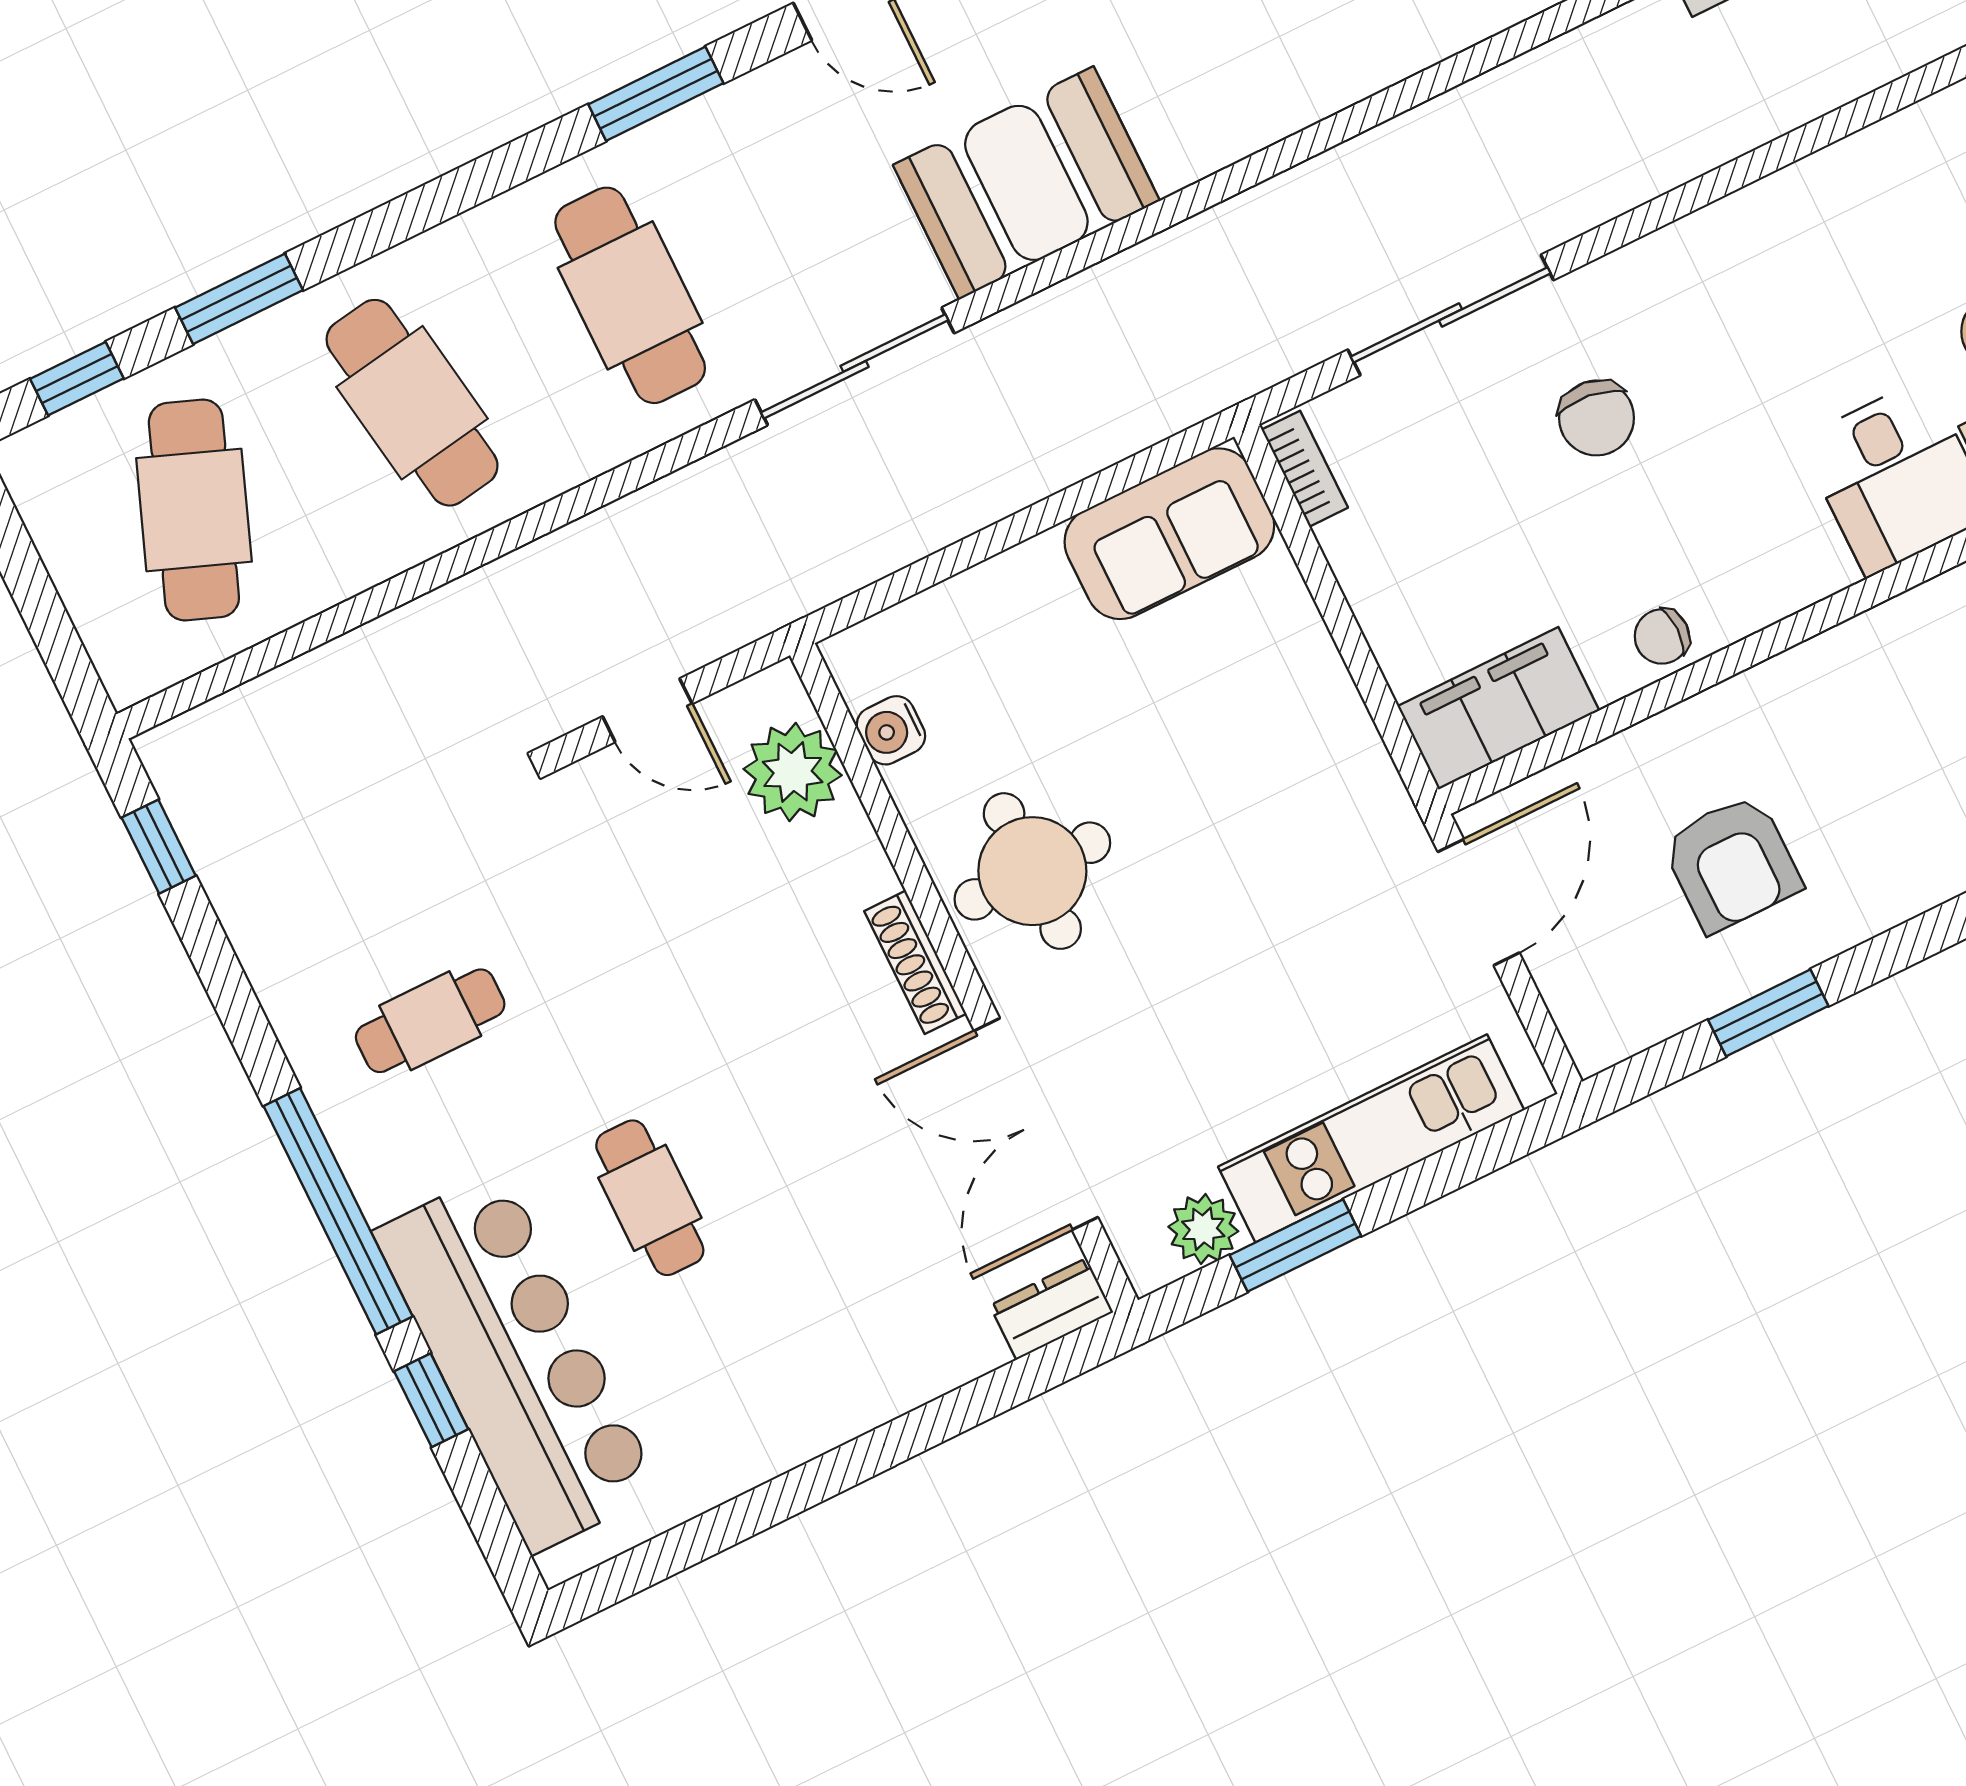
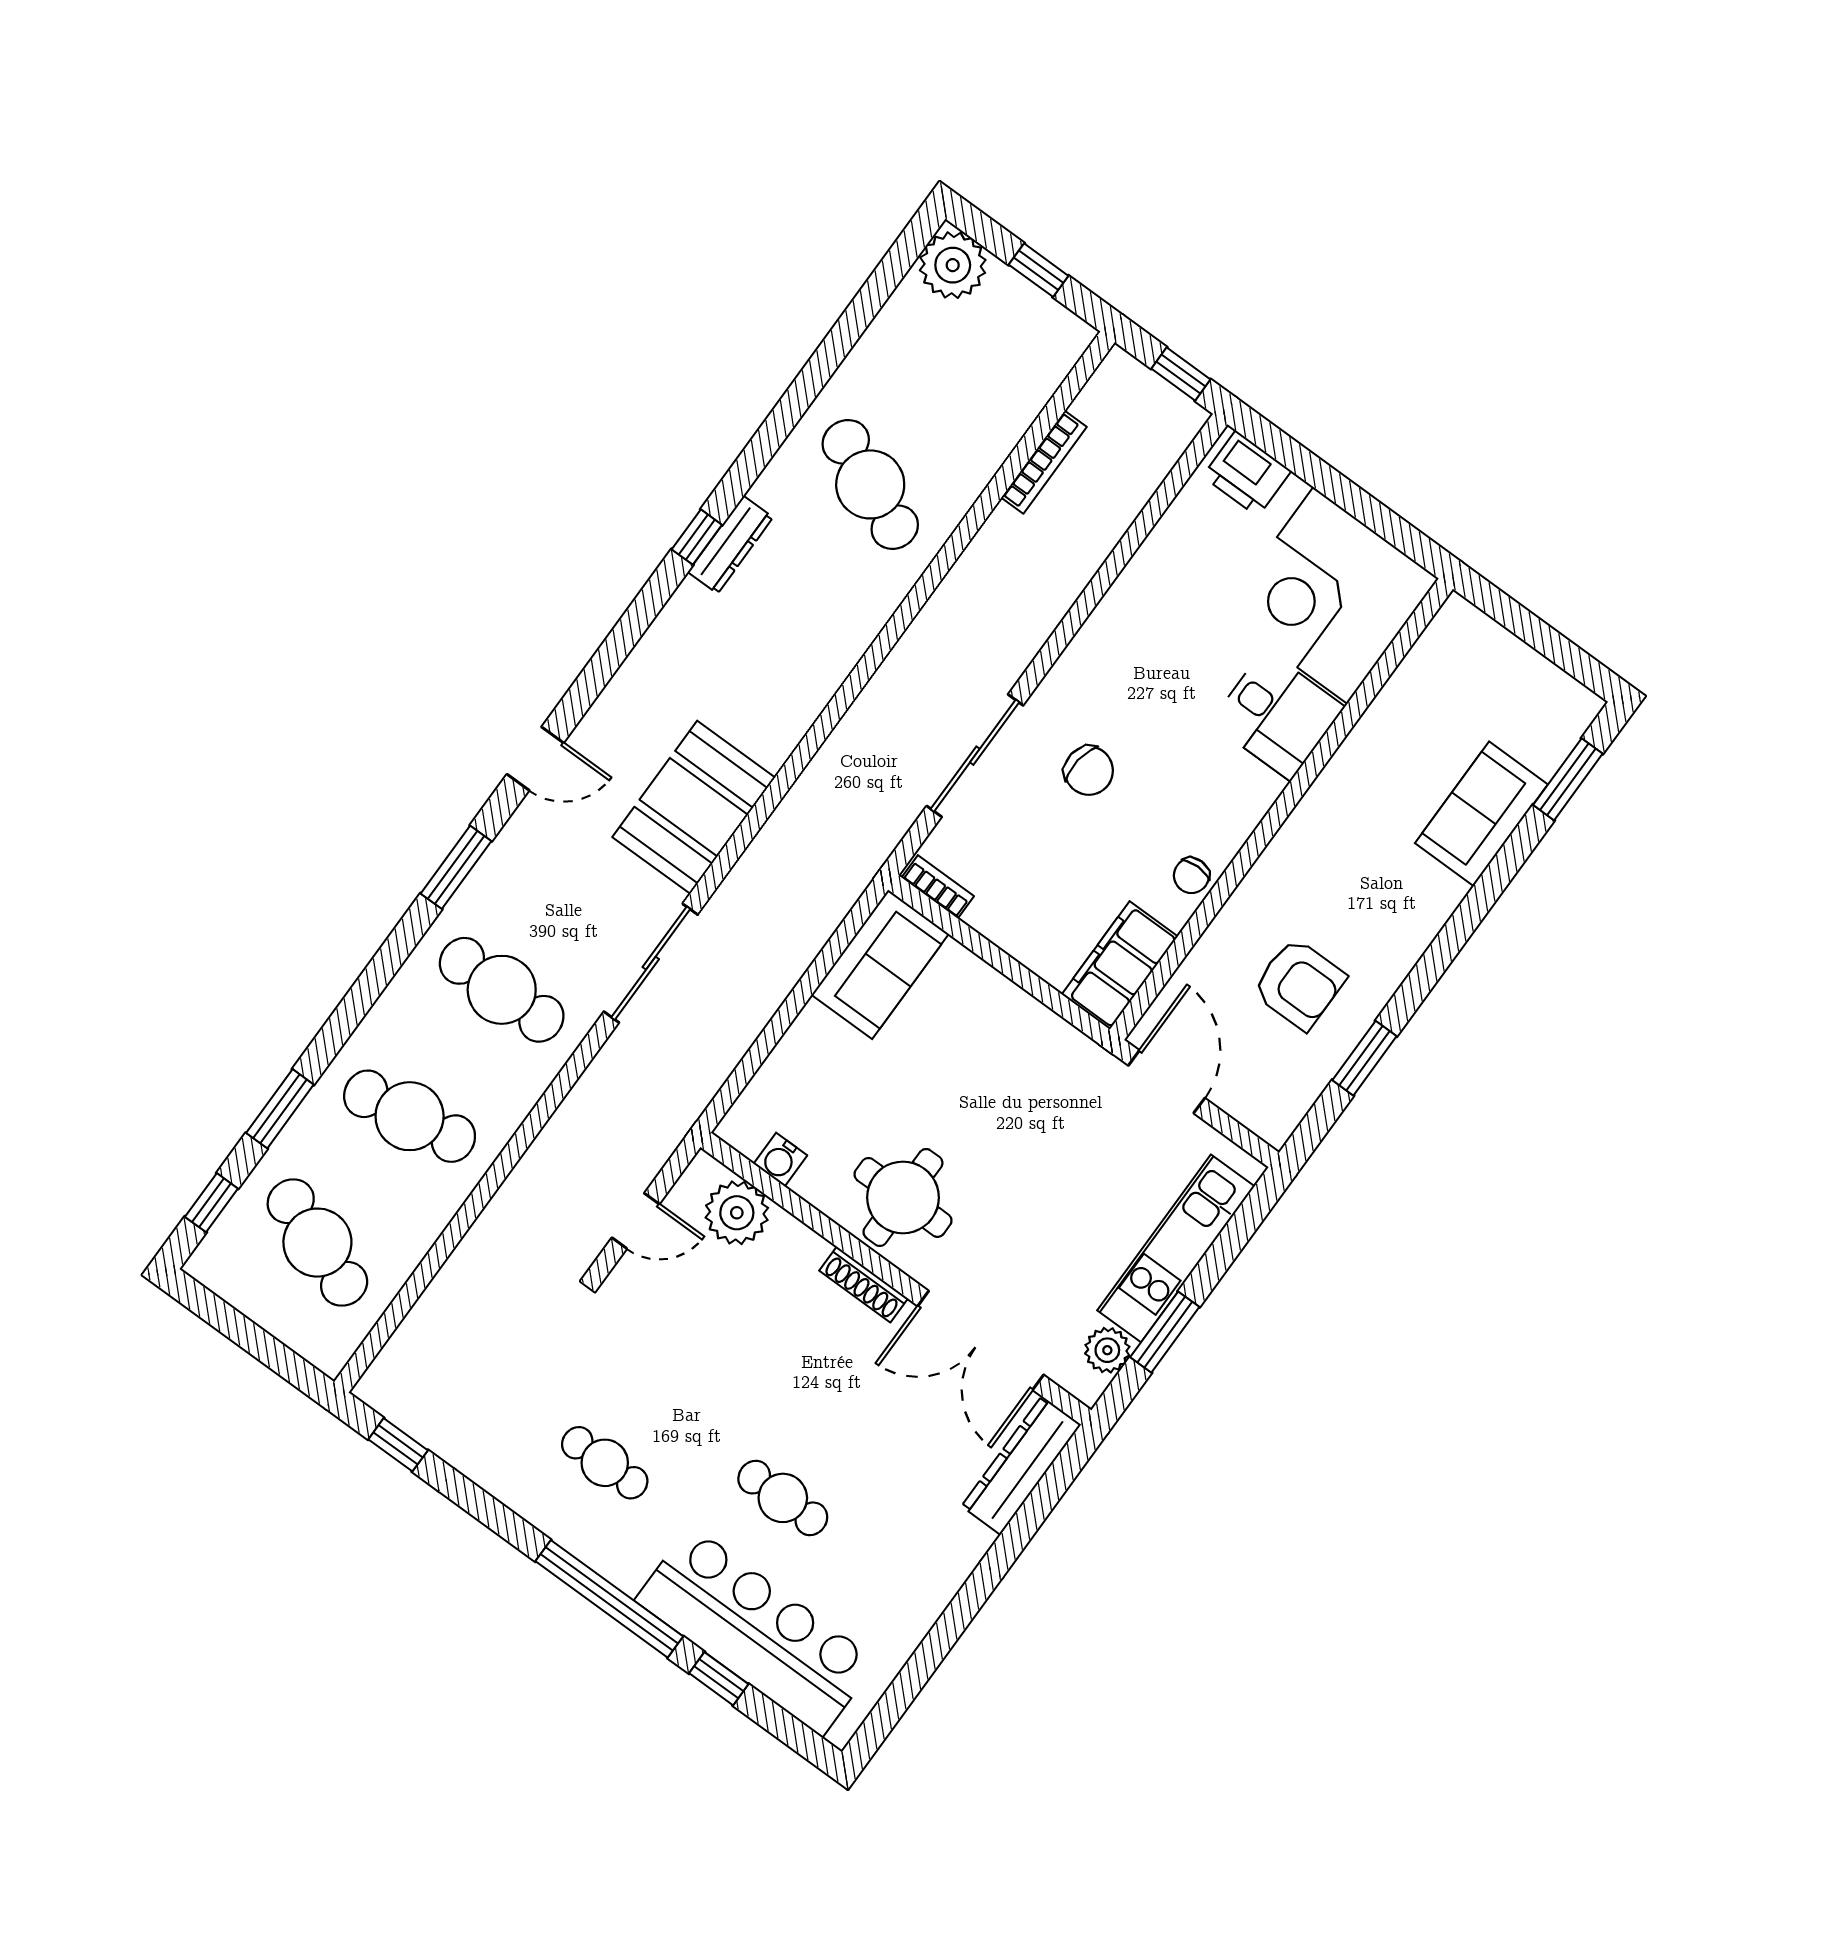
cafe table: (430, 1021) -> (605, 1463), turned 90
dresser: (1051, 1309) -> (1021, 1465), width x1.96, depth x1.24

